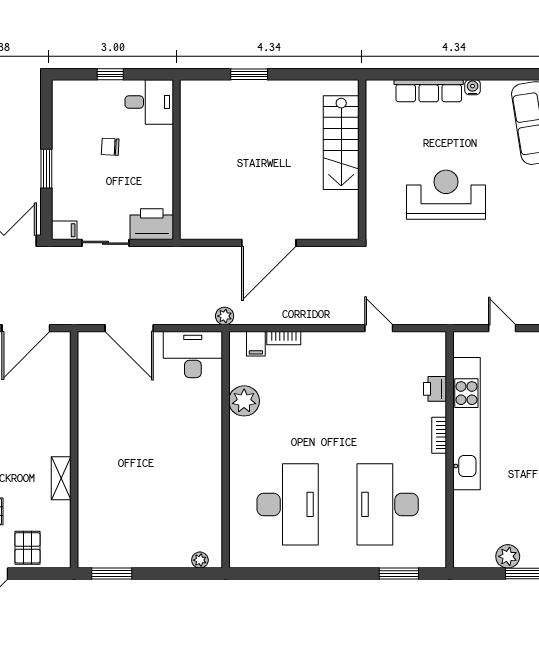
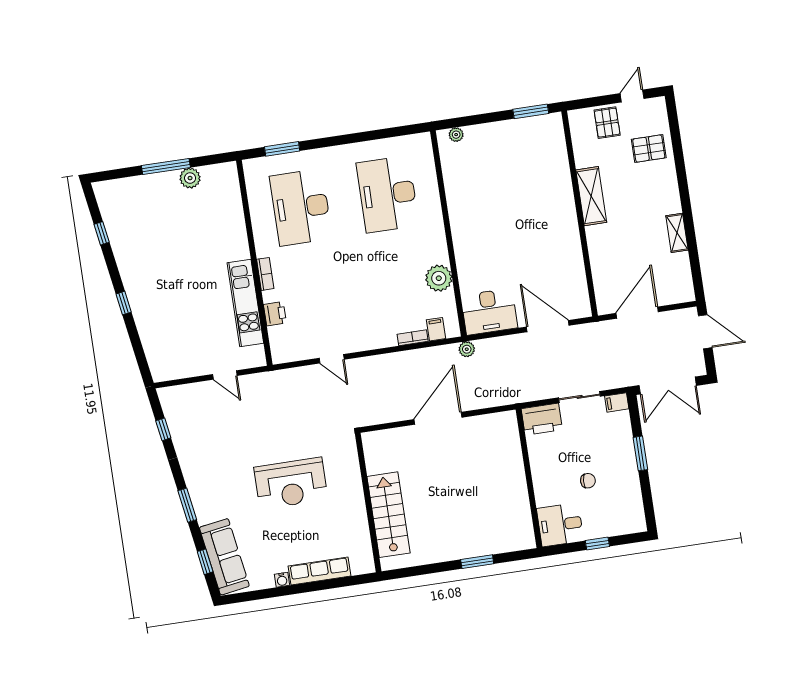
kitchen unit: (466, 424) -> (245, 303), width x0.73
shelving: (61, 478) -> (591, 196), width x1.50, depth x1.33
desk: (388, 504) -> (301, 207), turned 180

